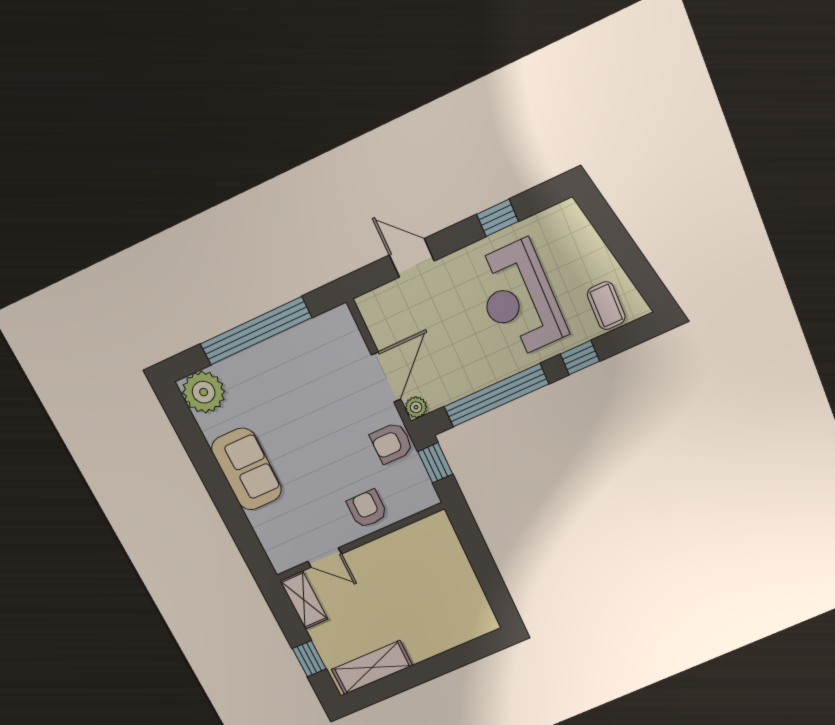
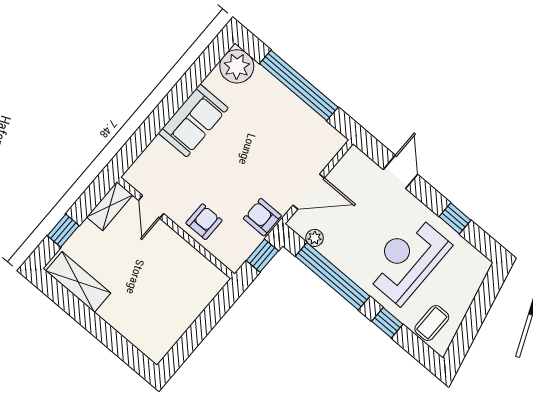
plant: (416, 407) -> (315, 238), moved

